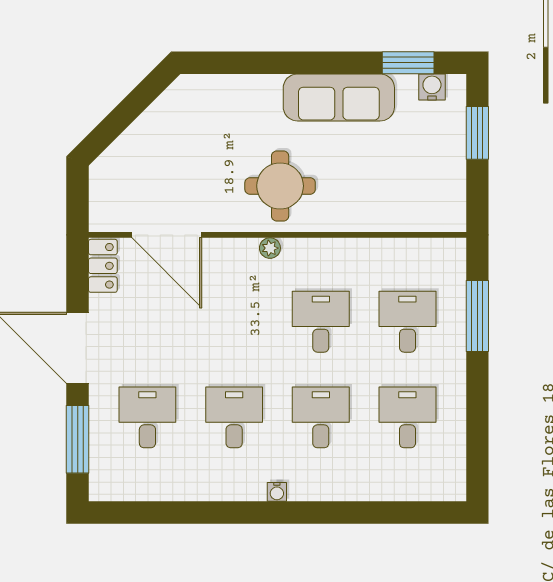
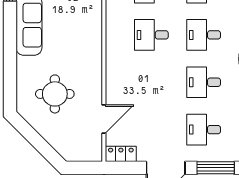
round table: (280, 186) -> (55, 94), moved
door: (167, 235) -> (104, 119), width x0.73
plant: (270, 248) -> (111, 63), removed

